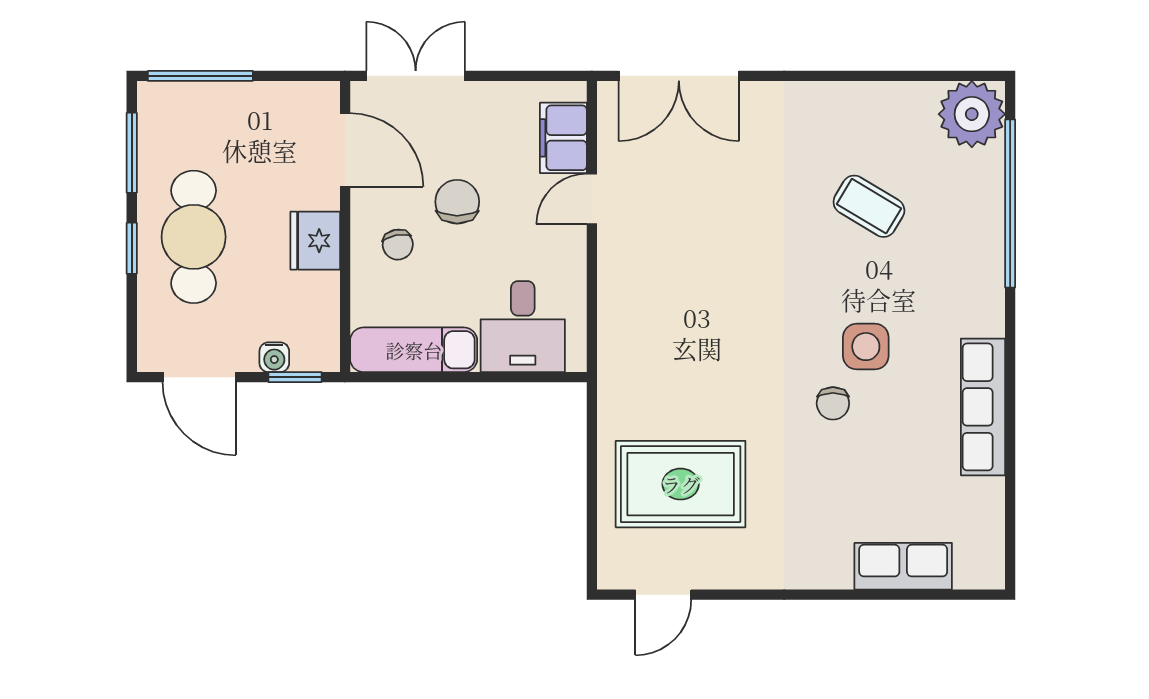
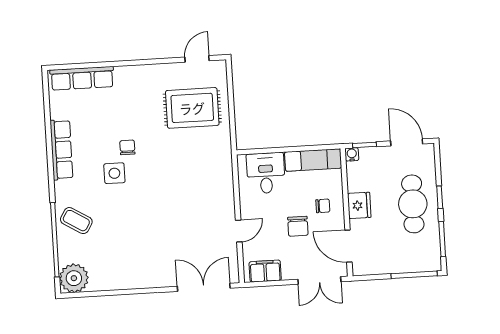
filing cabinet: (563, 138) -> (265, 271), moved, turned -90
coffee table: (869, 206) -> (76, 221), moved
chair: (398, 245) -> (323, 206), turned 101
water cooler: (274, 357) -> (352, 154), moved
row of seats: (903, 566) -> (82, 78), width x1.48

